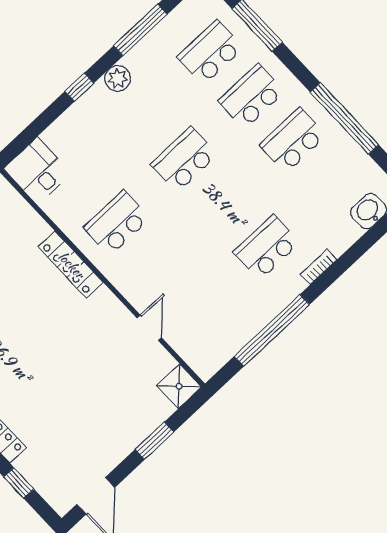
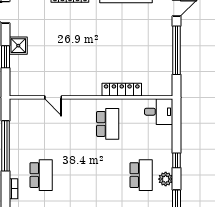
school desk: (184, 160) -> (141, 175), moved
locker: (71, 265) -> (122, 90), moved
shower: (179, 386) -> (18, 46), moved

